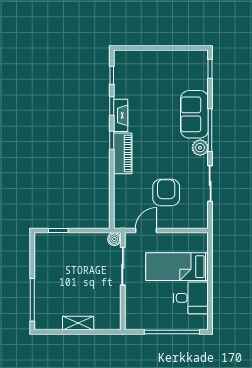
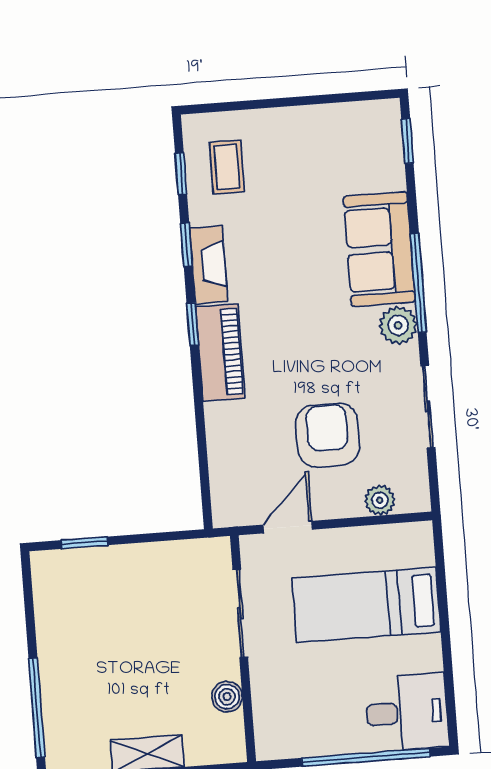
coffee table: (132, 74) -> (227, 167), added
plant: (186, 222) -> (380, 500), added
boiler: (114, 239) -> (227, 697), moved
desk: (191, 298) -> (407, 712), moved

